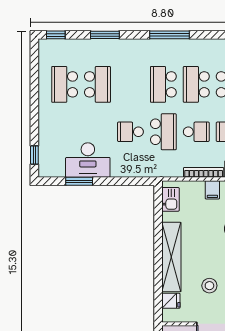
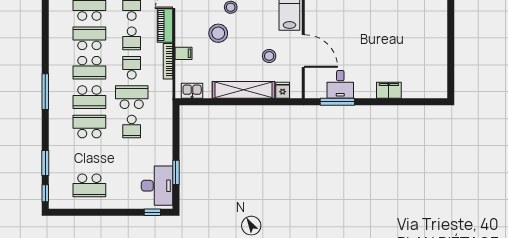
window: (105, 35) -> (45, 163), moved
school desk: (98, 84) -> (89, 127), moved
desk: (88, 160) -> (157, 186), moved

